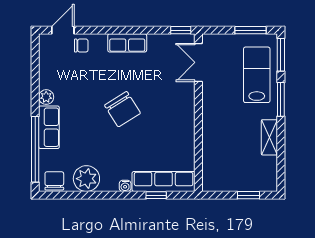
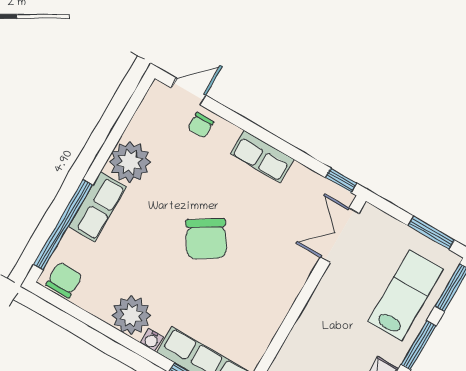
chair: (81, 46) -> (201, 125), turned 90
plant: (46, 97) -> (130, 162), width x1.88, depth x1.88
plant: (86, 179) -> (131, 315), moved

